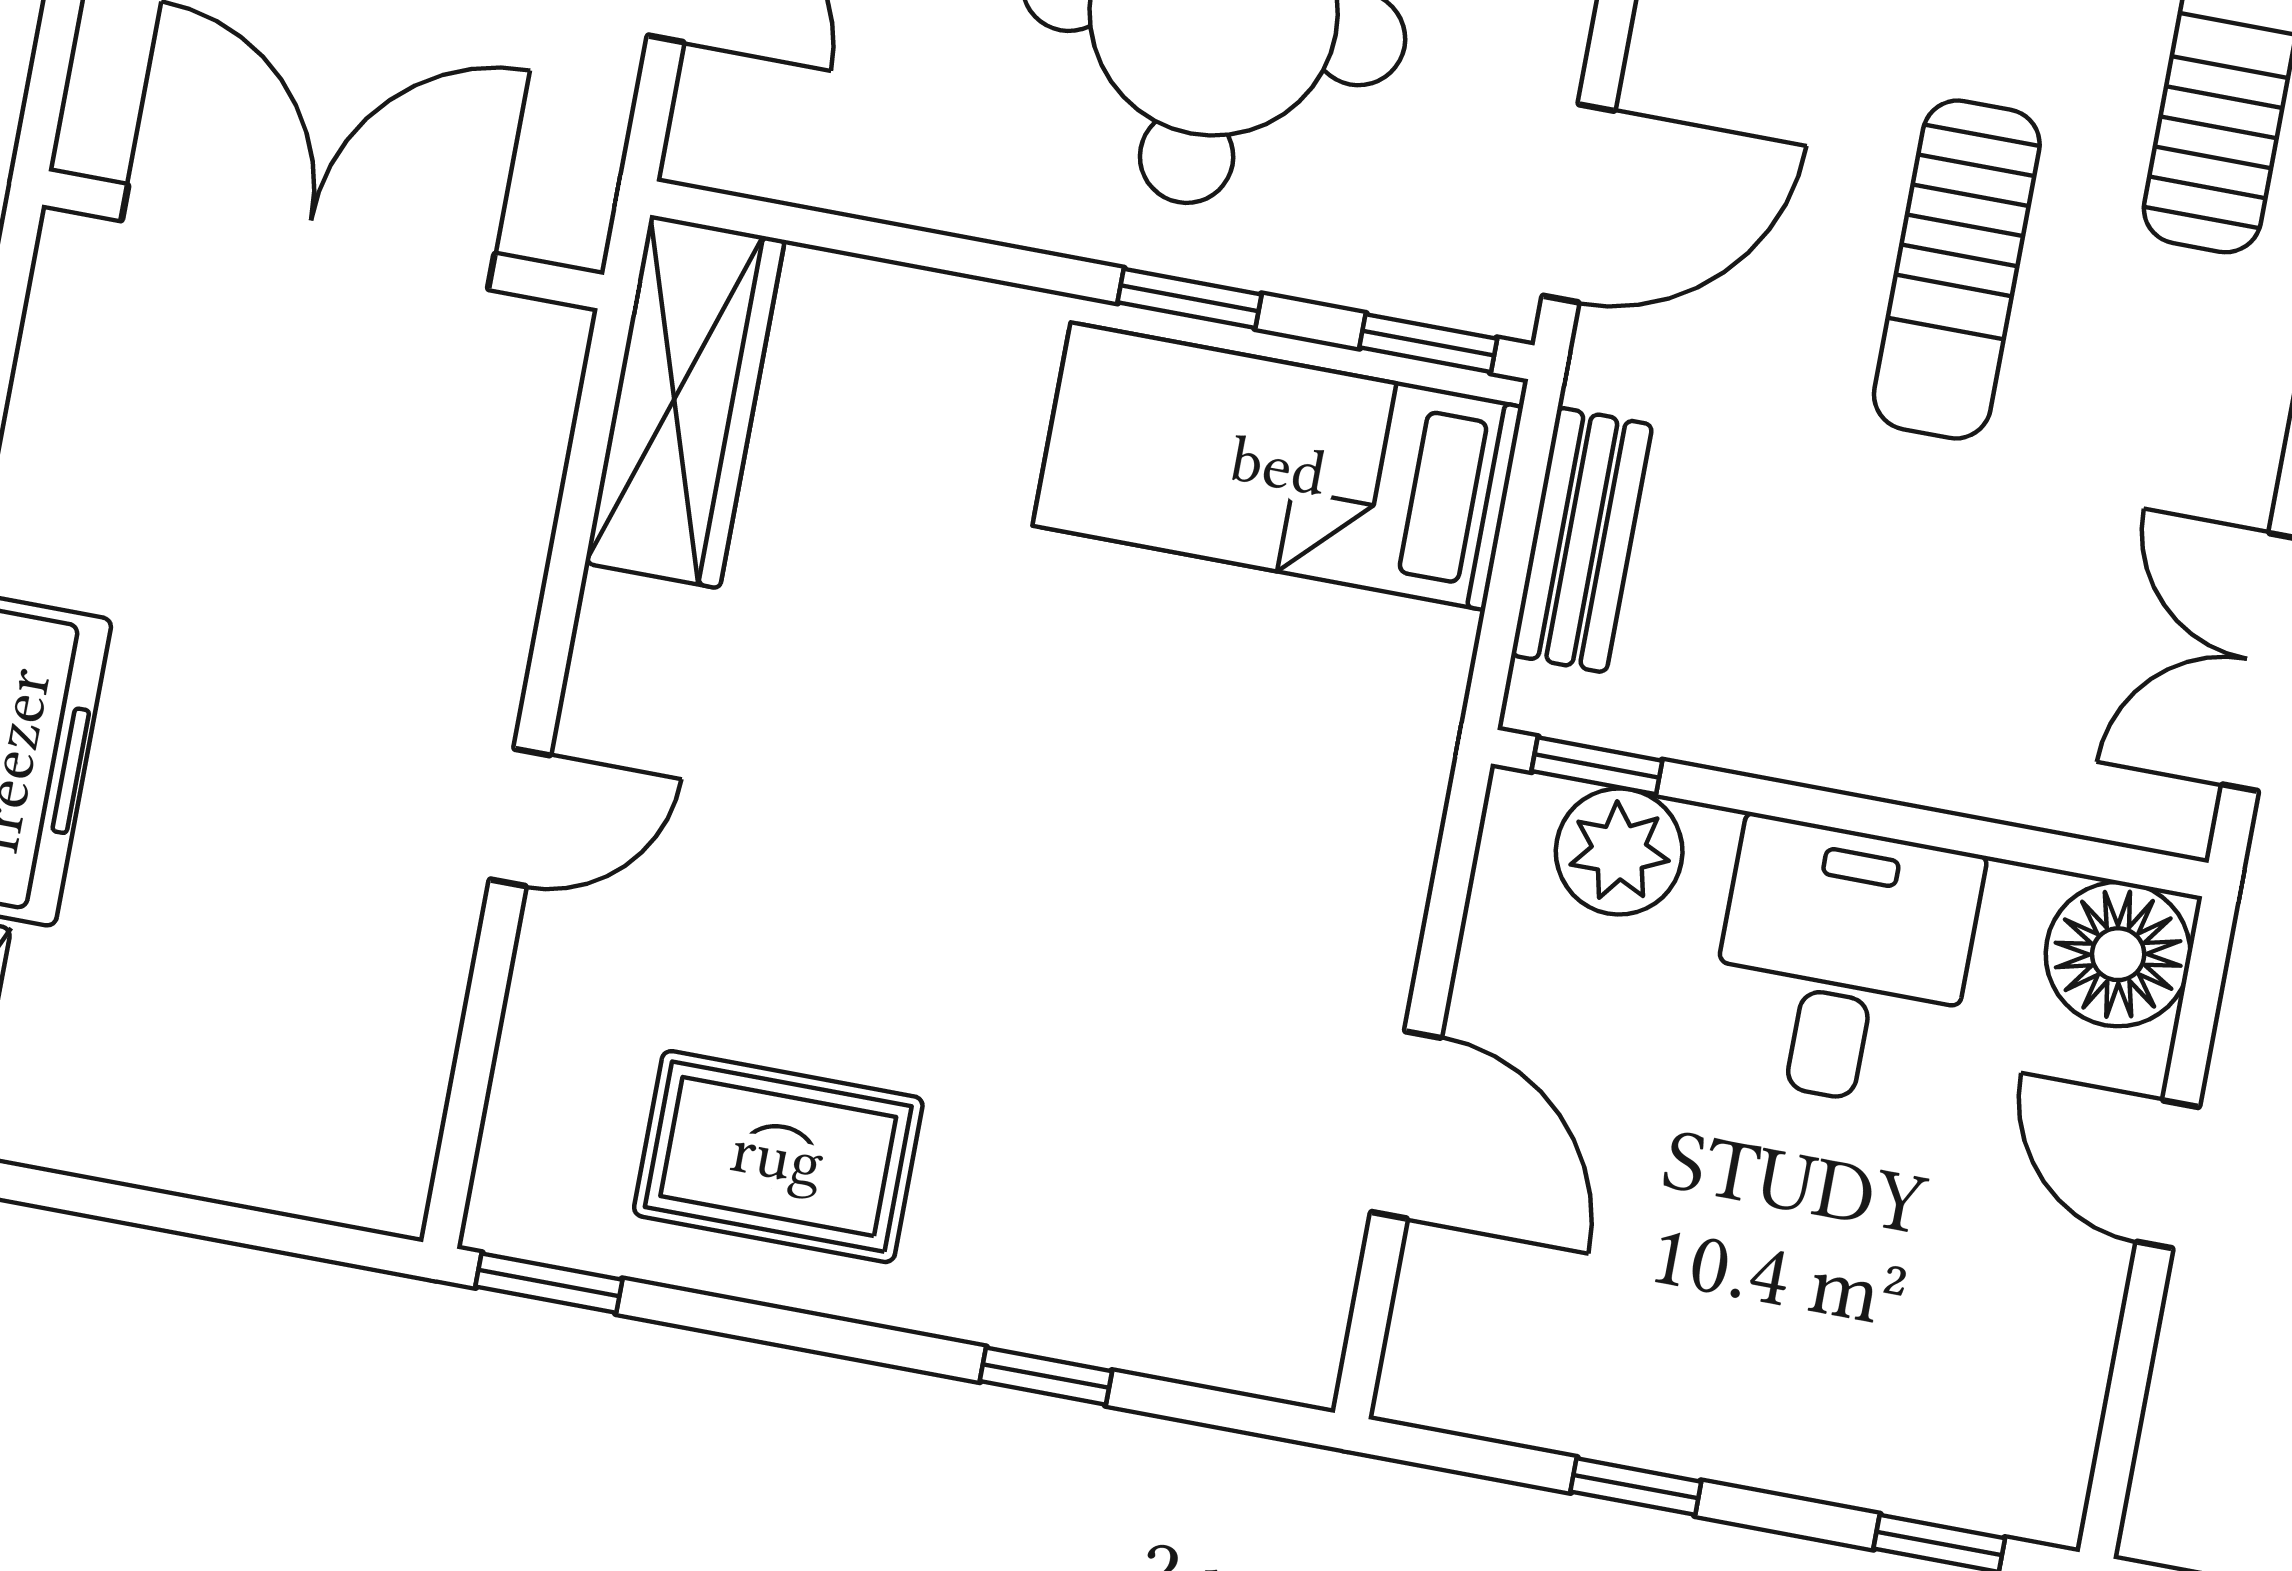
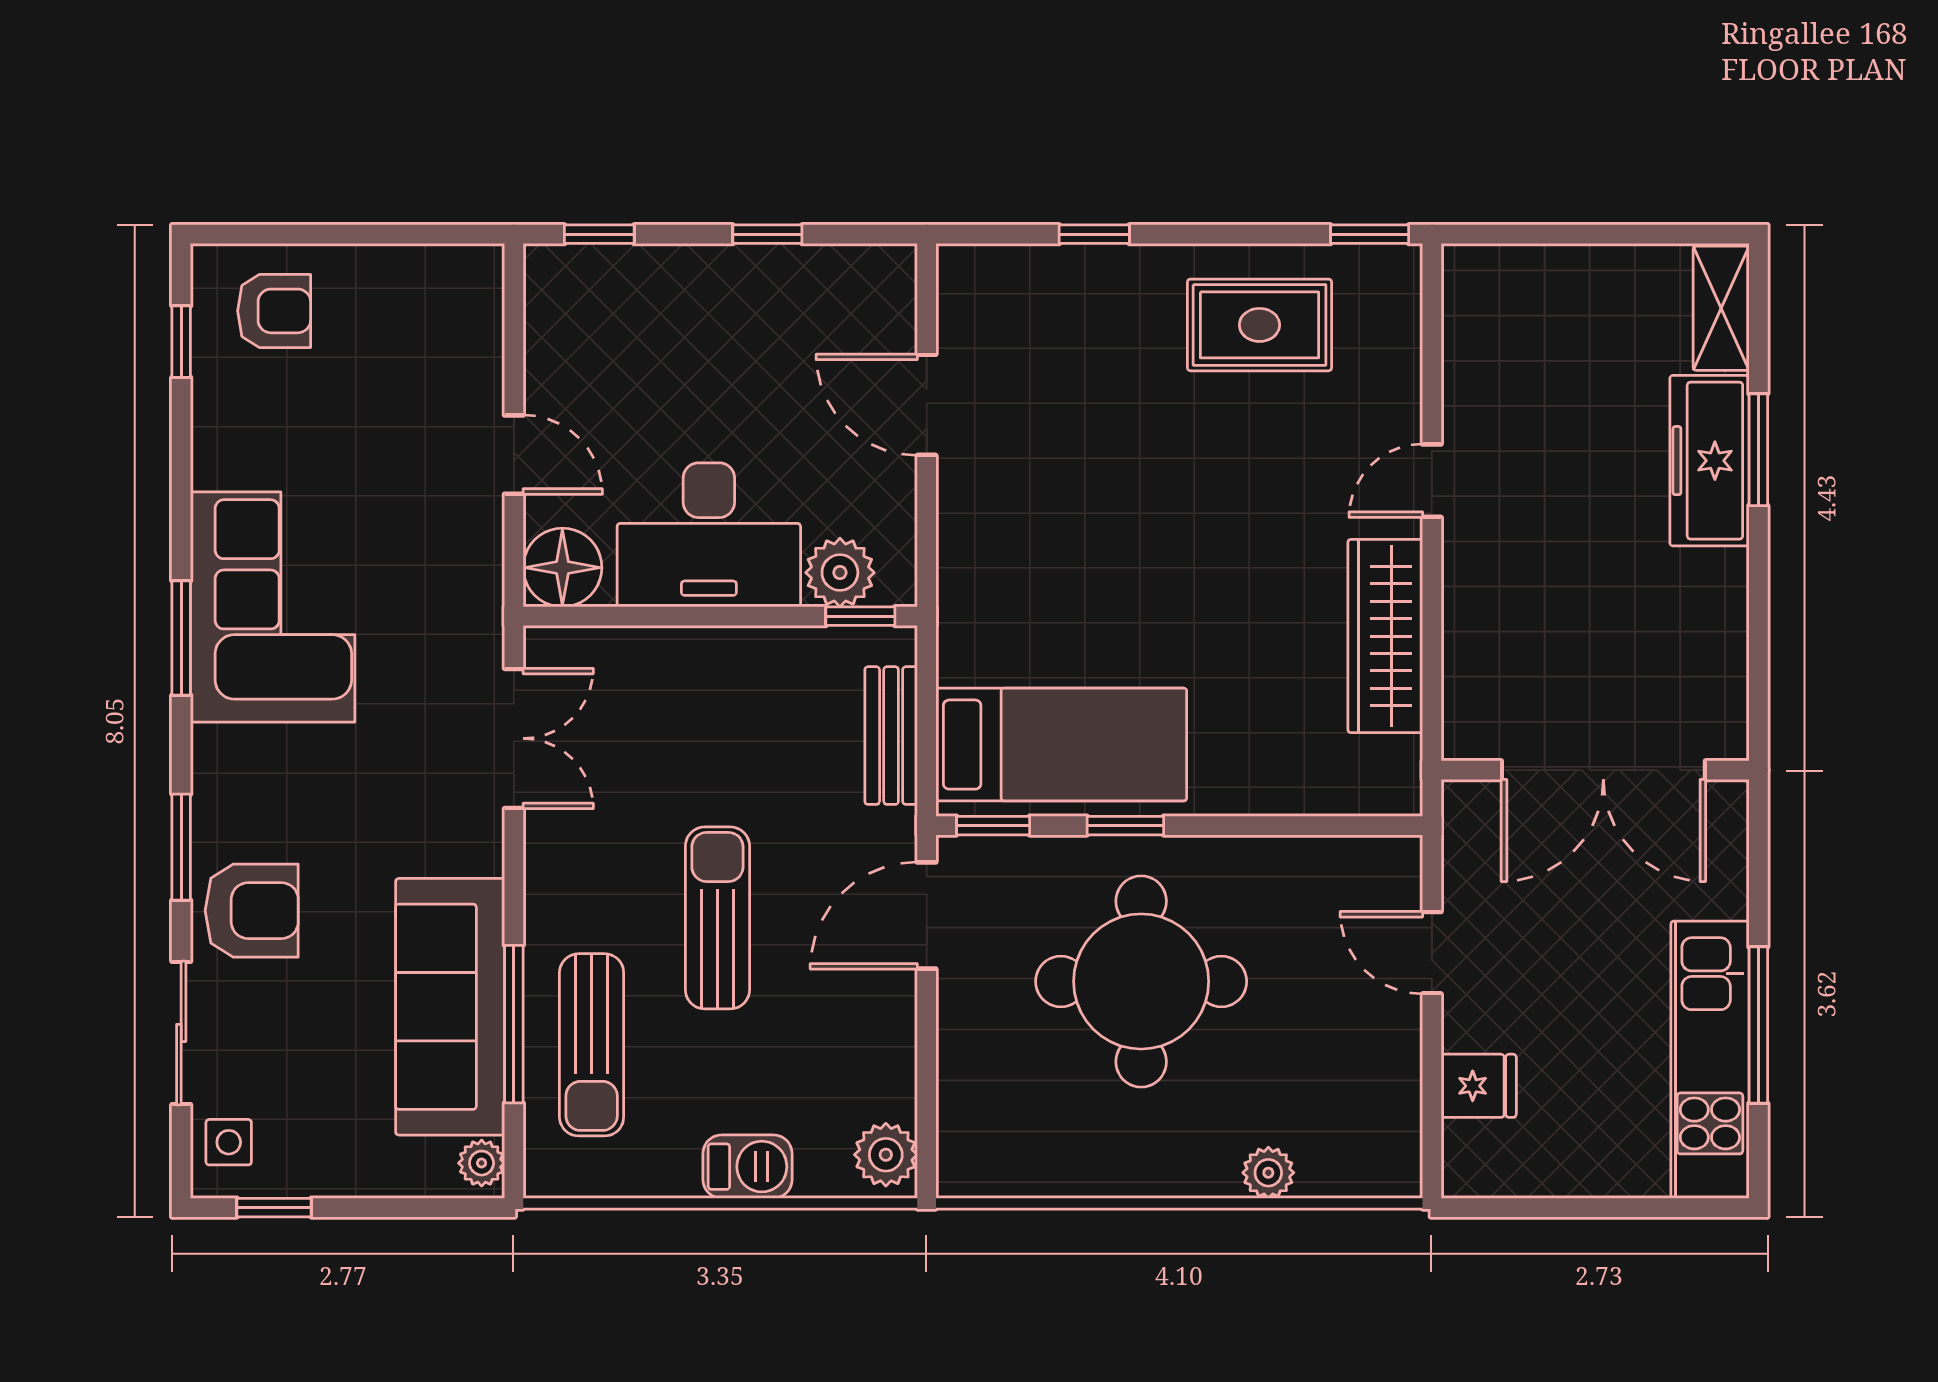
wardrobe: (685, 402) -> (1385, 636), moved
desk: (1843, 964) -> (709, 535), width x1.37

